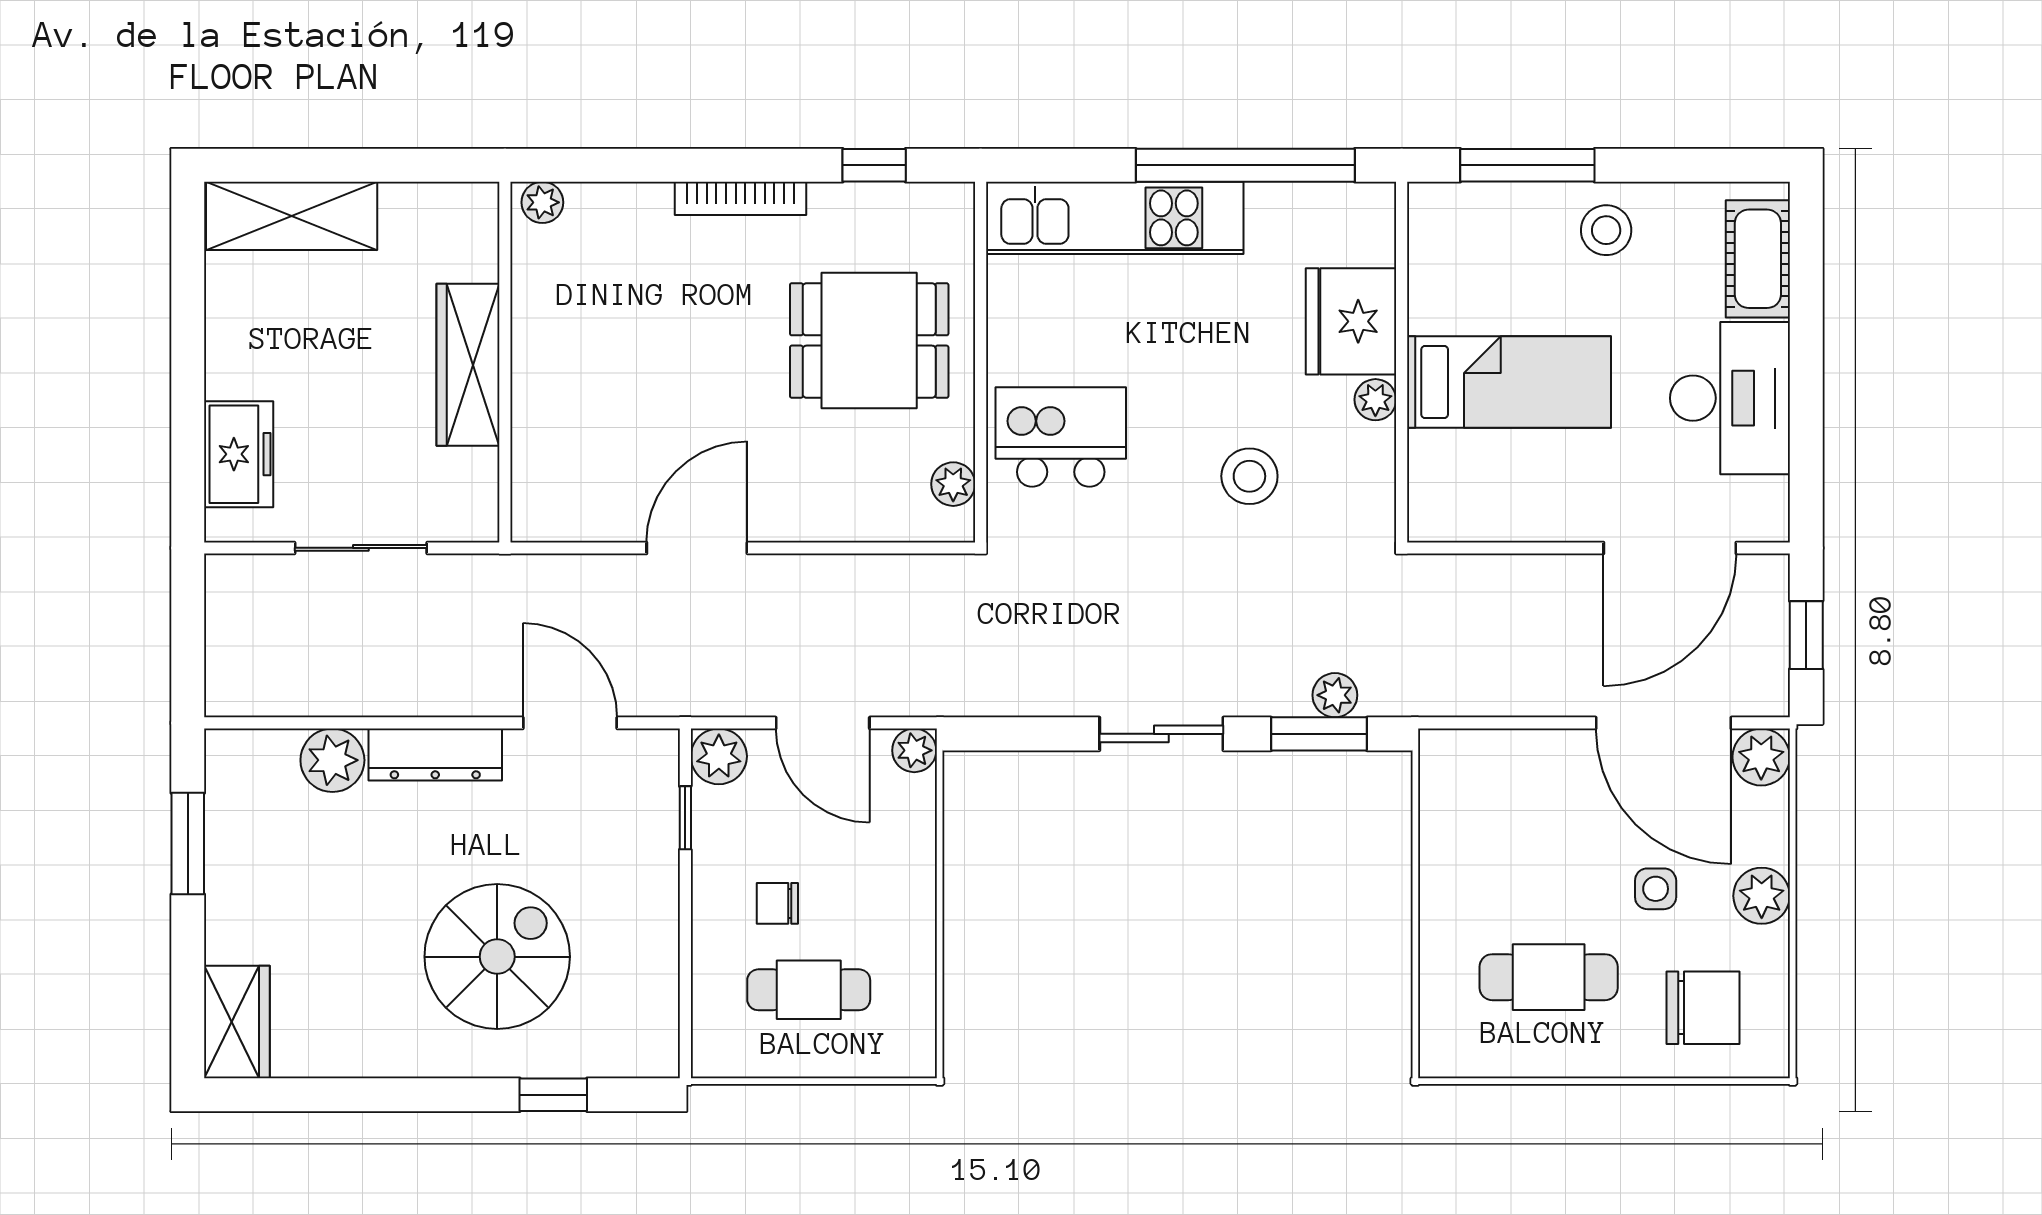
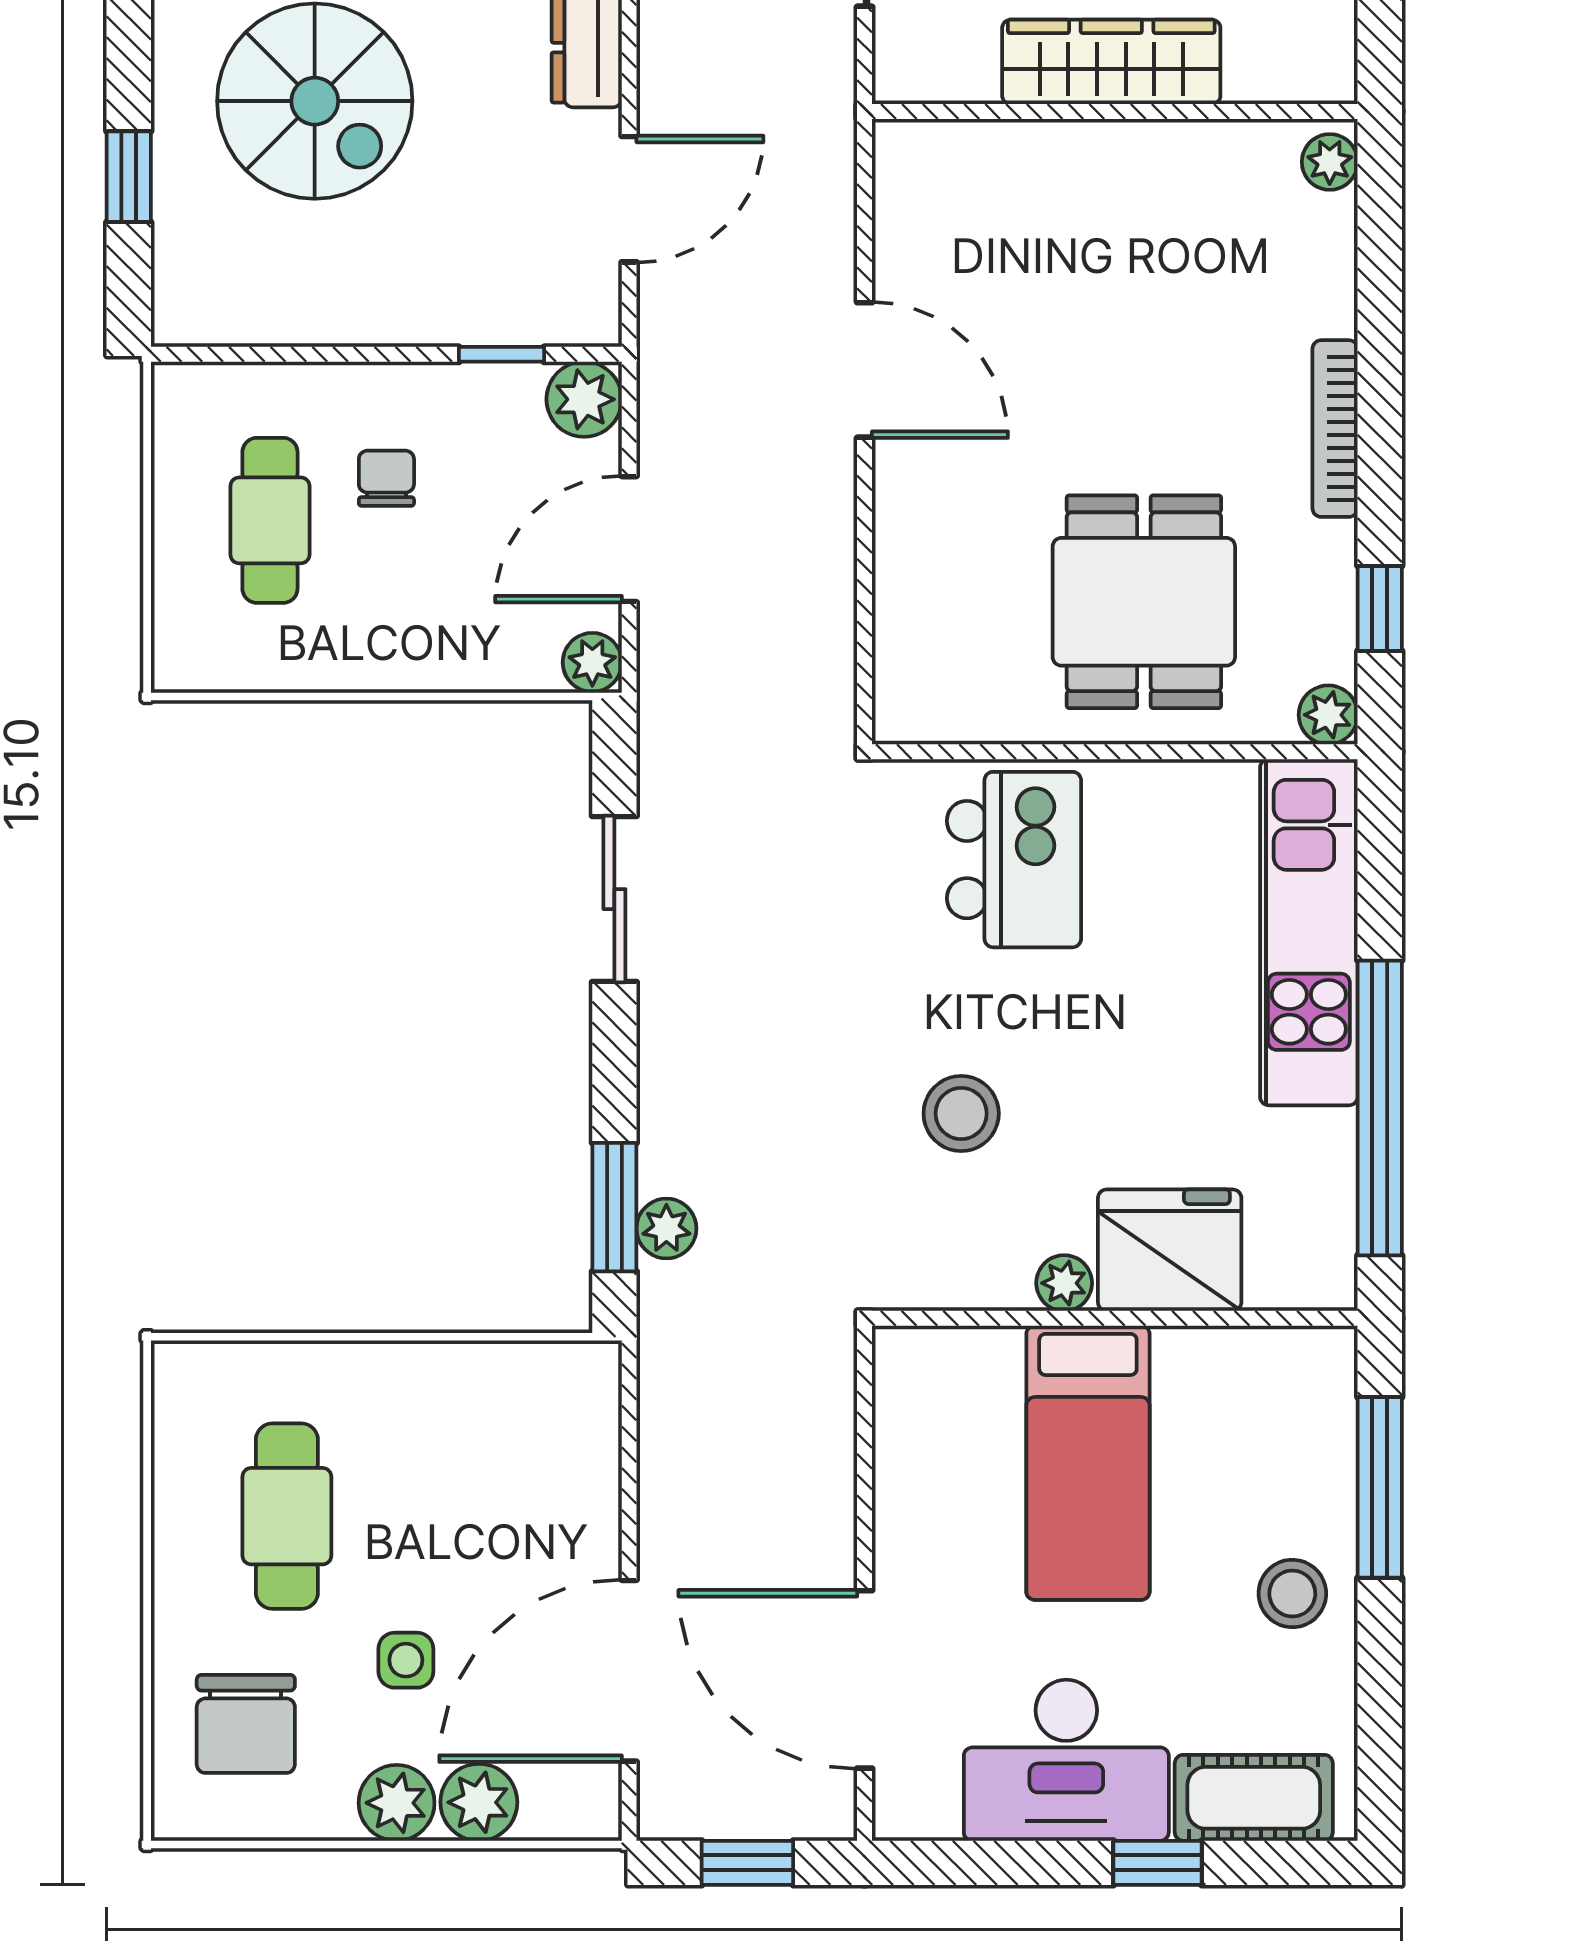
window: (1806, 330) -> (1158, 1863), added
plant: (953, 484) -> (1328, 715), moved
sliding door: (1161, 734) -> (614, 899), moved
plant: (1761, 757) -> (479, 1802), moved

